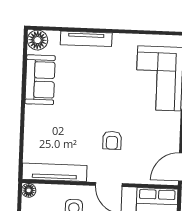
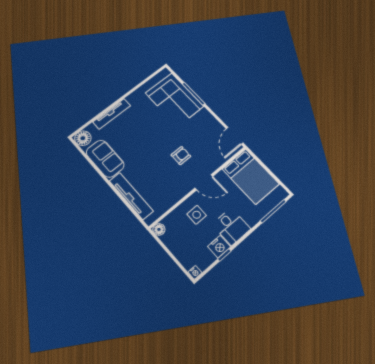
armchair: (112, 140) -> (181, 156), turned -90
tv unit: (54, 172) -> (131, 196), moved, turned 90

